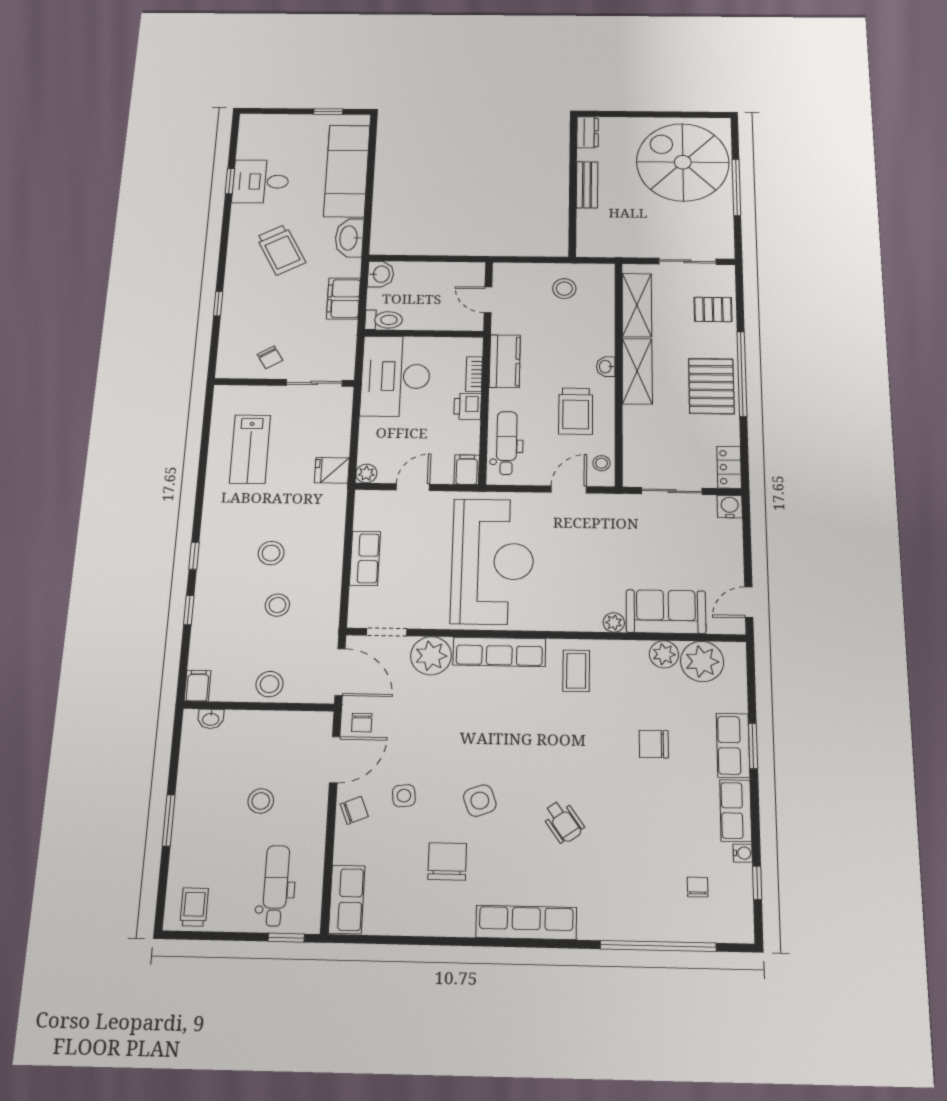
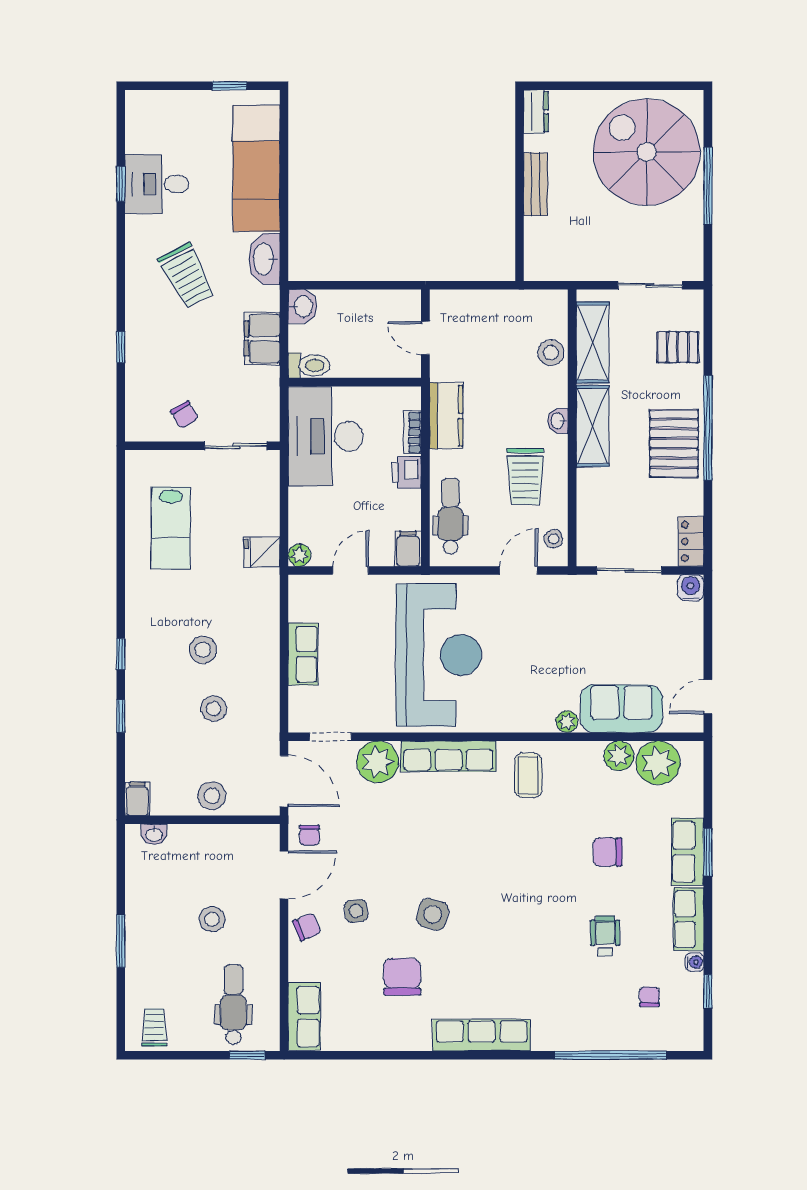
stool: (564, 289) -> (551, 353), moved
side table: (480, 801) -> (433, 914), turned 35
wheelchair: (563, 822) -> (605, 936), moved, turned -145

